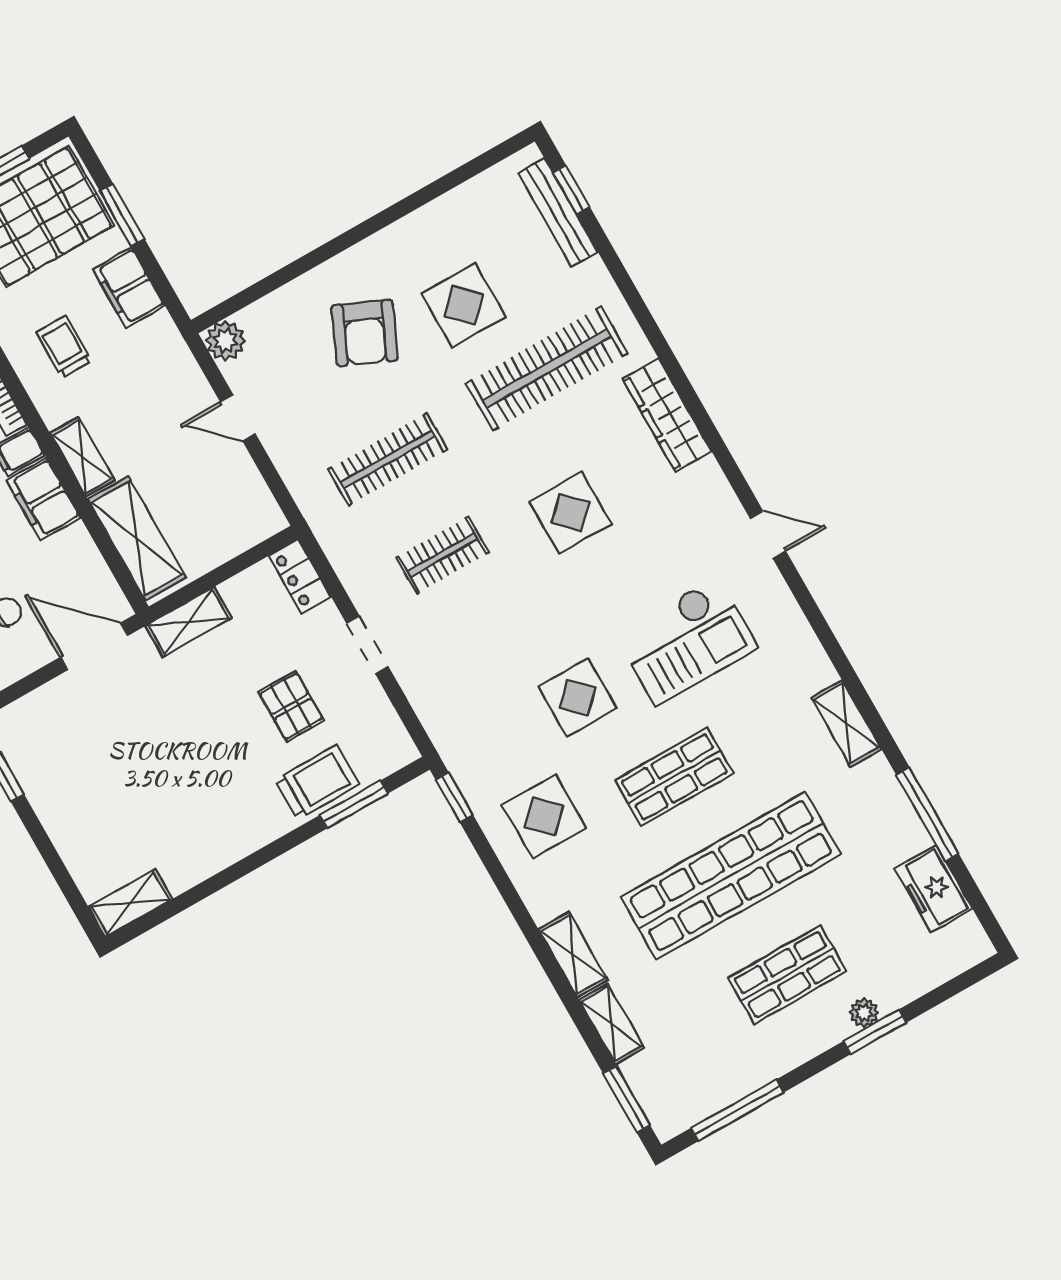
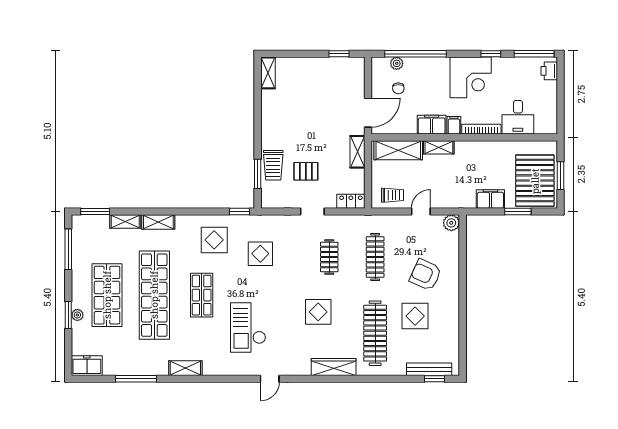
trolley: (64, 347) -> (392, 195), moved
display table: (578, 698) -> (260, 254), moved
freezer: (934, 889) -> (87, 366), moved
shop shelf: (787, 975) -> (107, 295), width x1.43, depth x1.36

